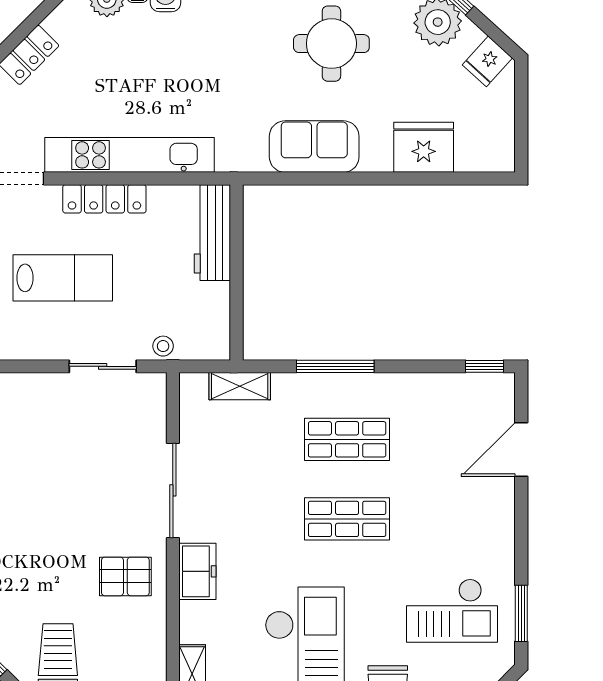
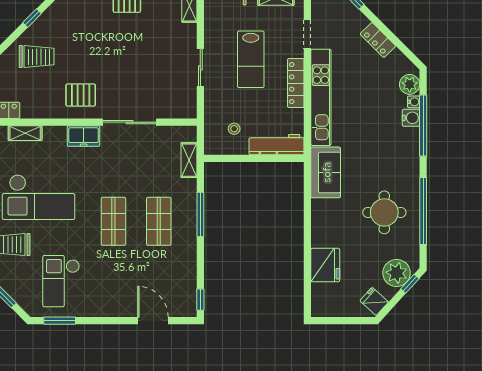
sofa: (314, 147) -> (326, 172), moved
stool: (163, 346) -> (234, 129), moved
sliding door: (103, 366) -> (200, 68), moved
pallet: (125, 576) -> (81, 95), turned 90

